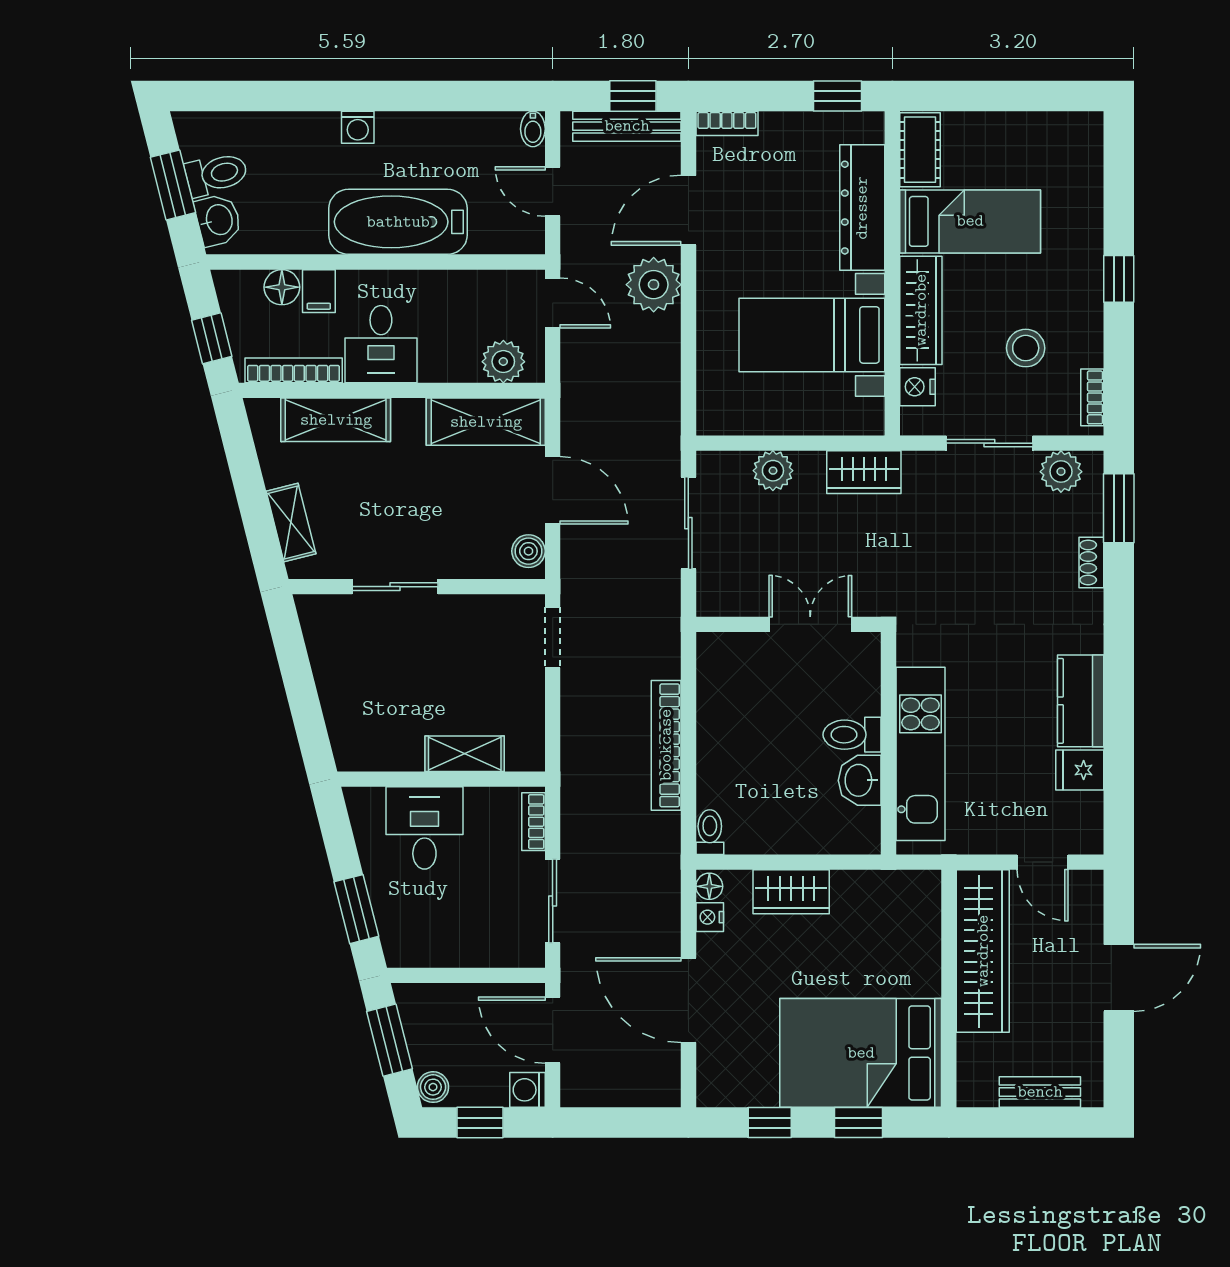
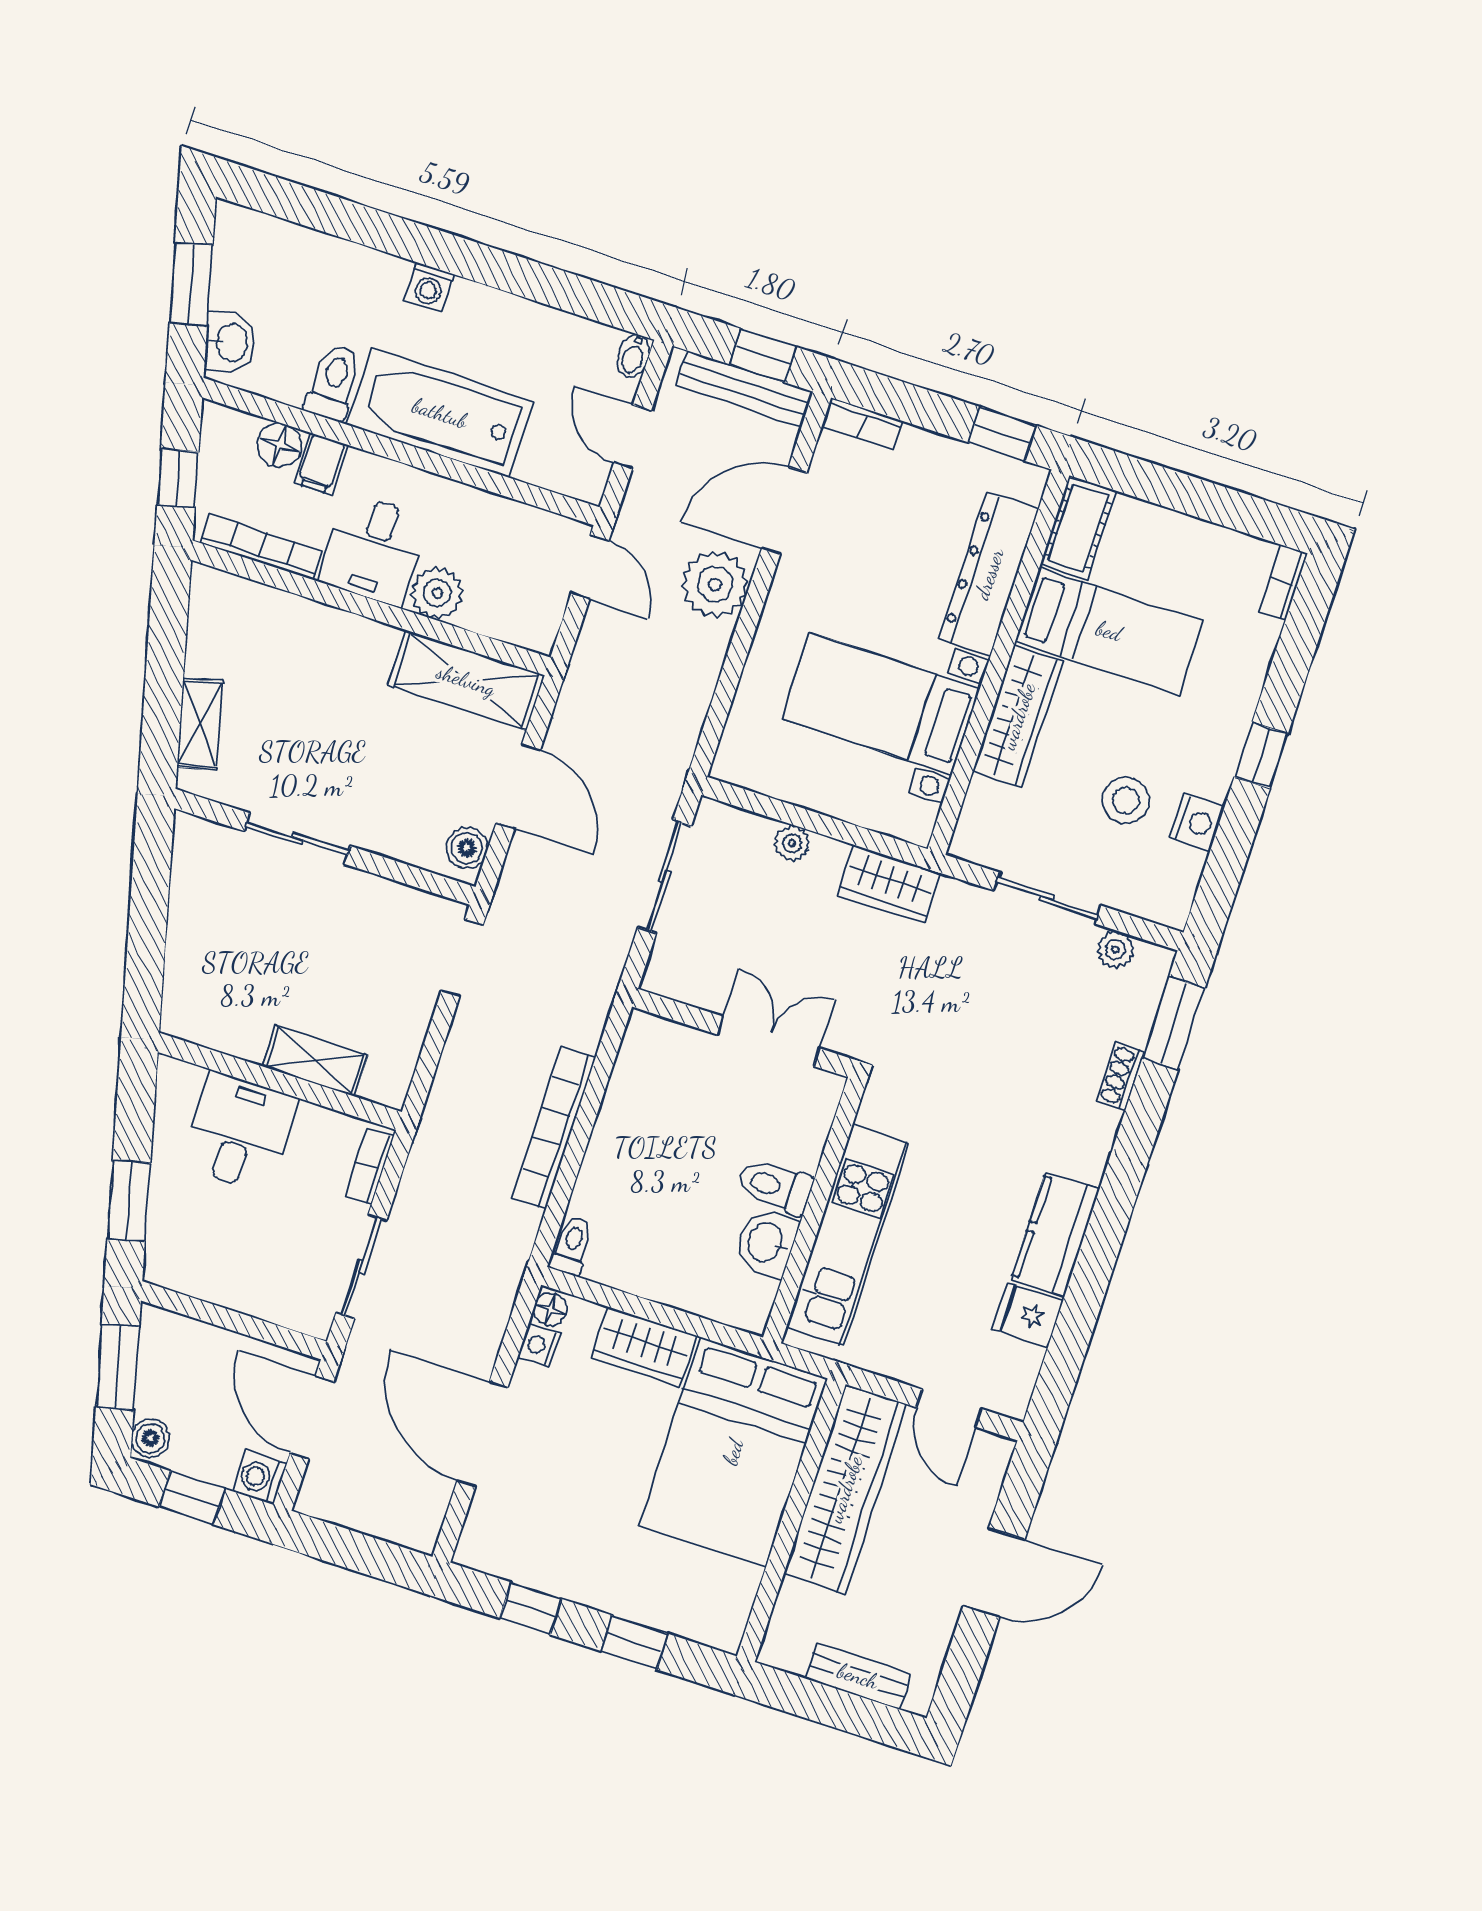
toilet: (216, 174) -> (333, 382), moved, turned -76
plant: (503, 362) -> (437, 593), moved
nightstand: (917, 387) -> (1197, 822), moved, turned 180
bookcase: (1092, 397) -> (1283, 582), moved
shelving: (336, 420) -> (292, 621), removed
plant: (773, 471) -> (792, 843), width x0.73, depth x0.73
plant: (1061, 472) -> (1115, 950), width x0.73, depth x0.73
bed: (861, 1053) -> (733, 1452), moved, turned -90

